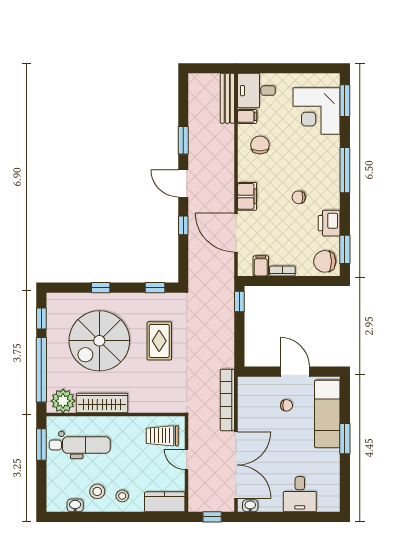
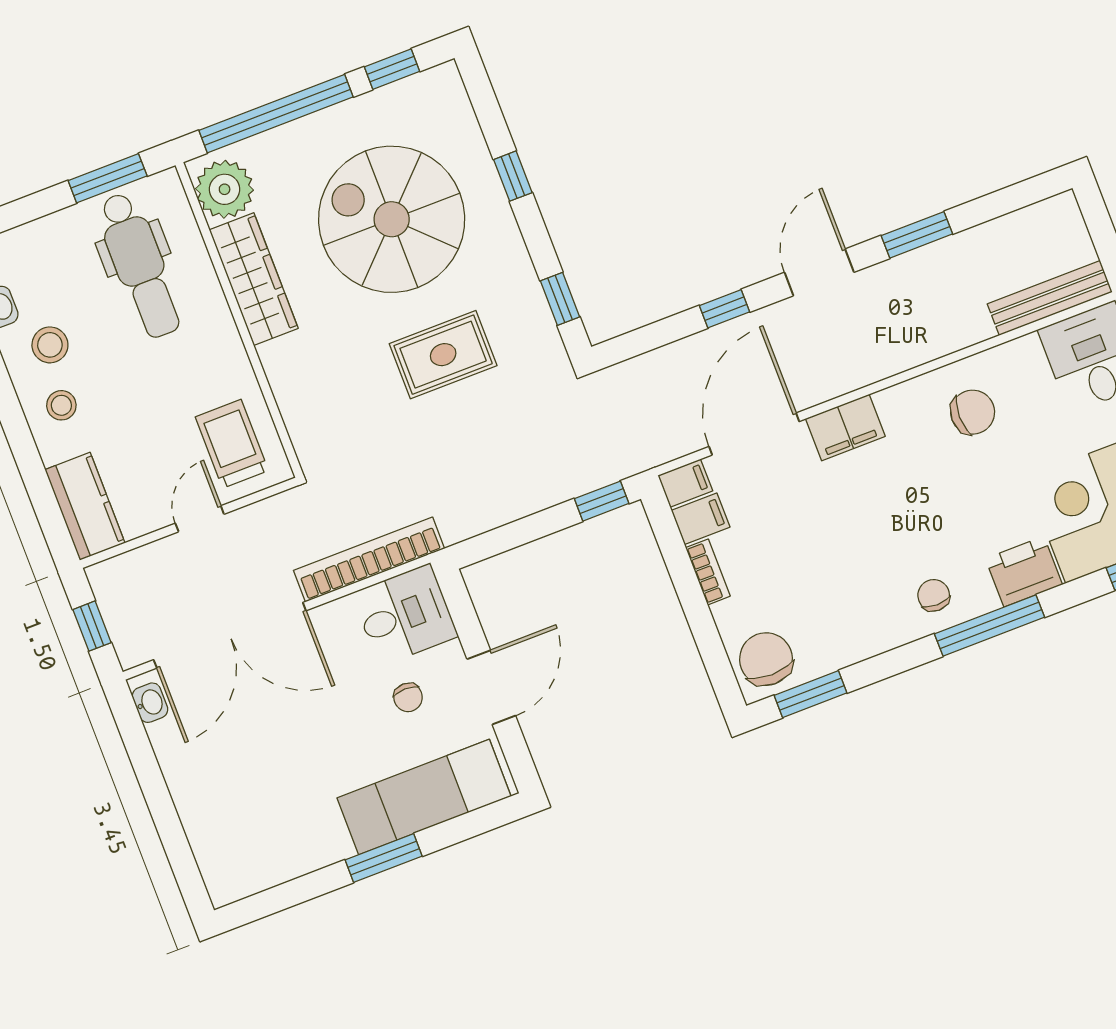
filing cabinet: (247, 116) -> (685, 483), moved, turned -90
chair: (299, 197) -> (934, 595), moved
printer: (329, 223) -> (1024, 572), moved
desk: (300, 494) -> (405, 615), moved, turned 180

